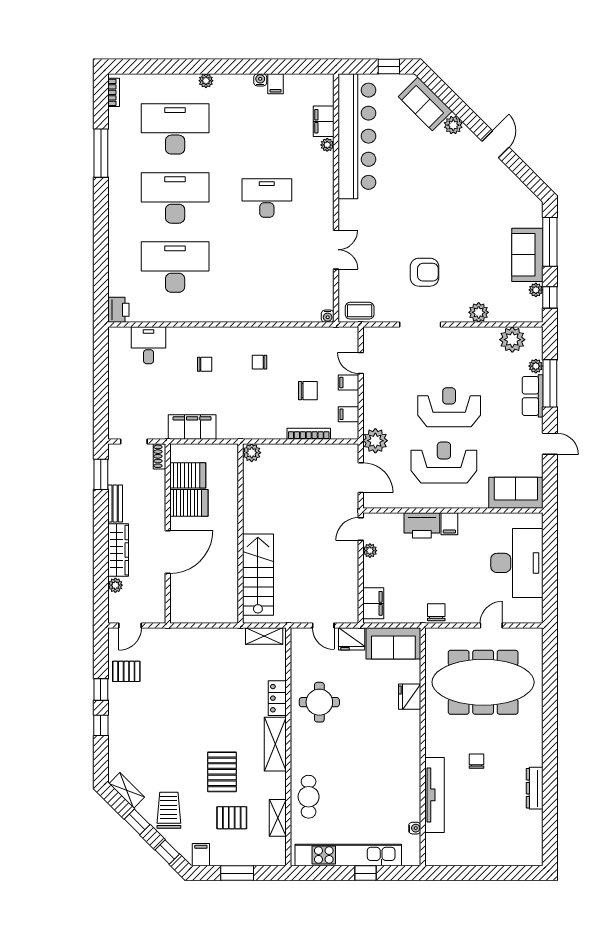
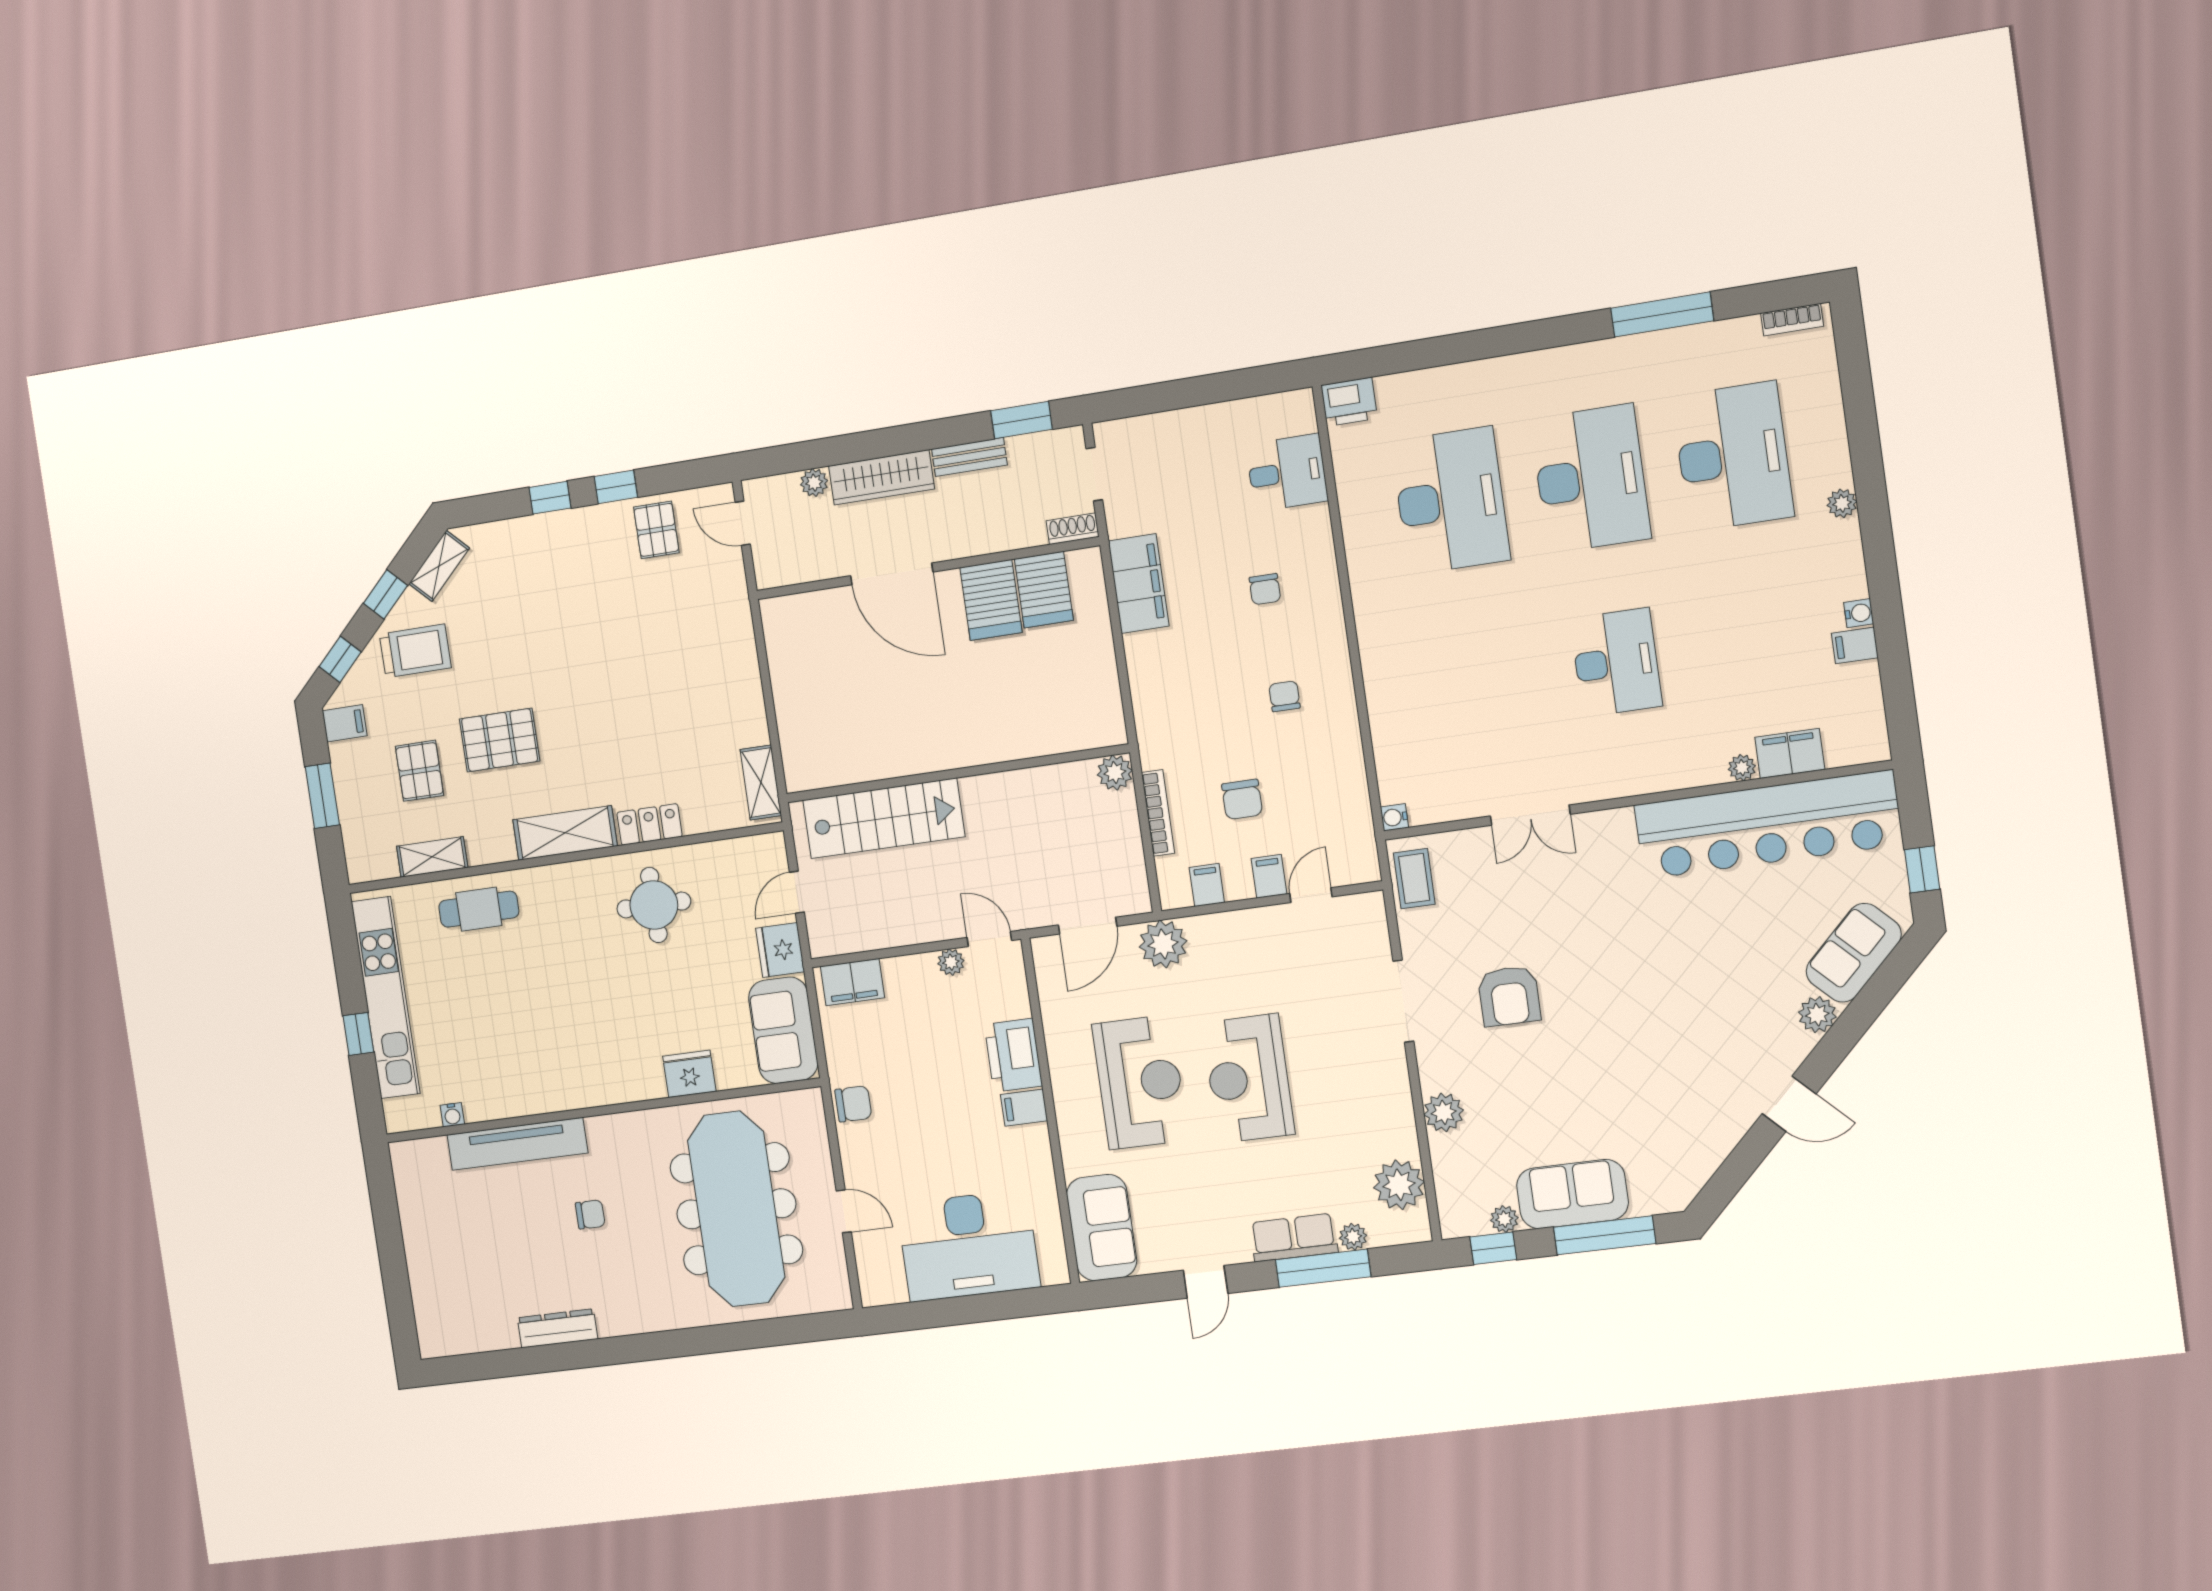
reception desk: (449, 407) -> (1248, 1078), turned 180
plant: (252, 453) -> (1115, 773), moved
wall: (240, 533) -> (957, 773), moved
stairs: (258, 575) -> (884, 818), moved

